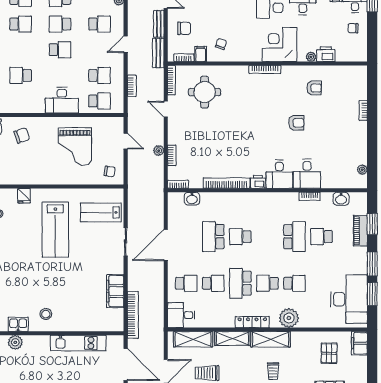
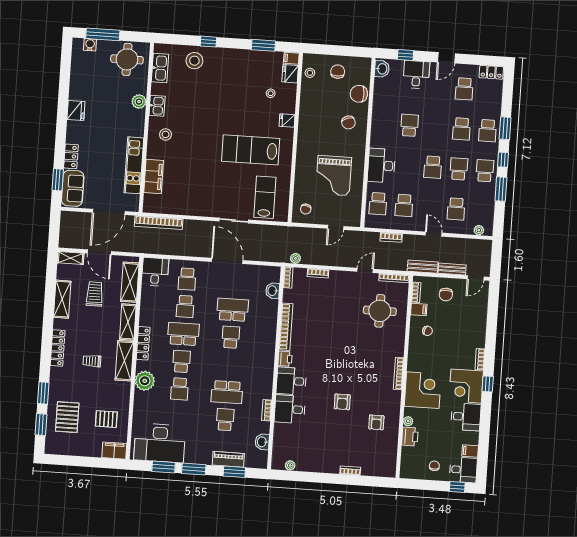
grand piano: (75, 146) -> (334, 176), turned -90
plant: (159, 151) -> (295, 258), moved
filing cabinet: (115, 291) -> (154, 176), moved, turned 90

